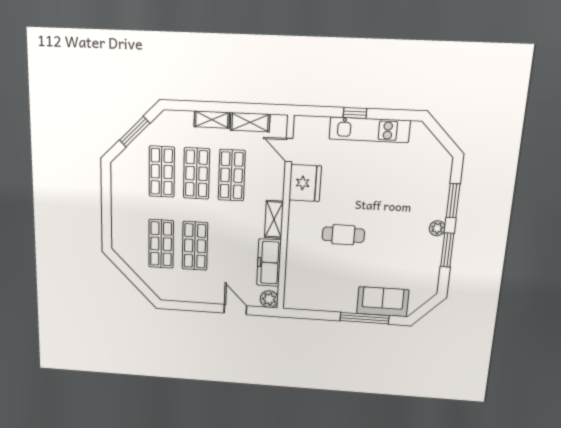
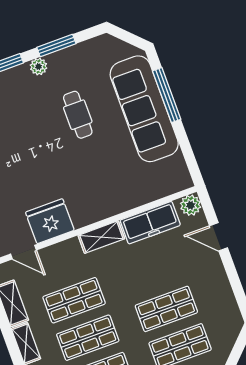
door: (289, 150) -> (24, 252), hinge flipped
cafe table: (343, 235) -> (78, 115), moved
sofa: (383, 302) -> (144, 109), width x1.85, depth x1.27
door: (235, 309) -> (219, 237), hinge flipped

